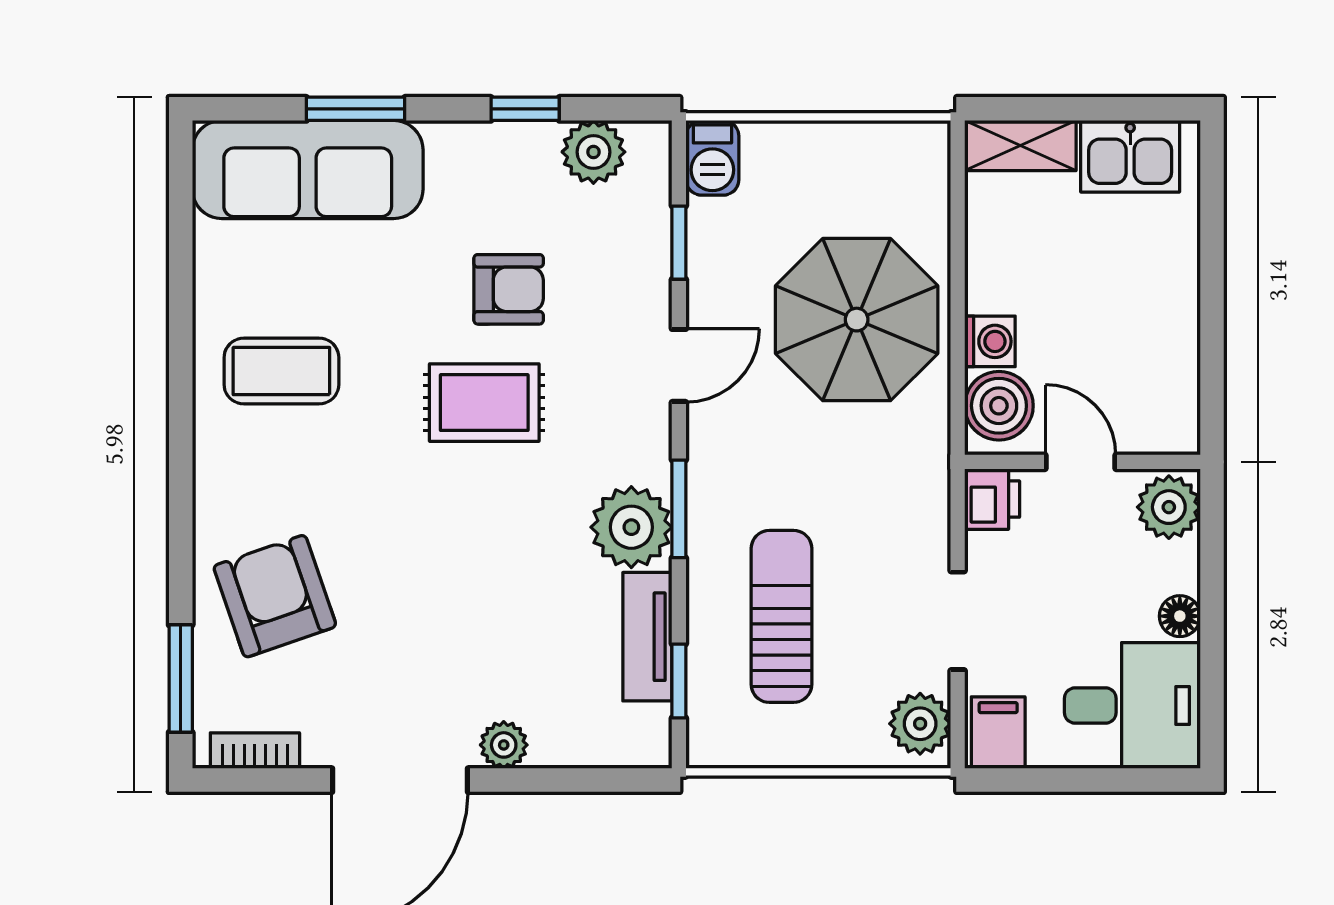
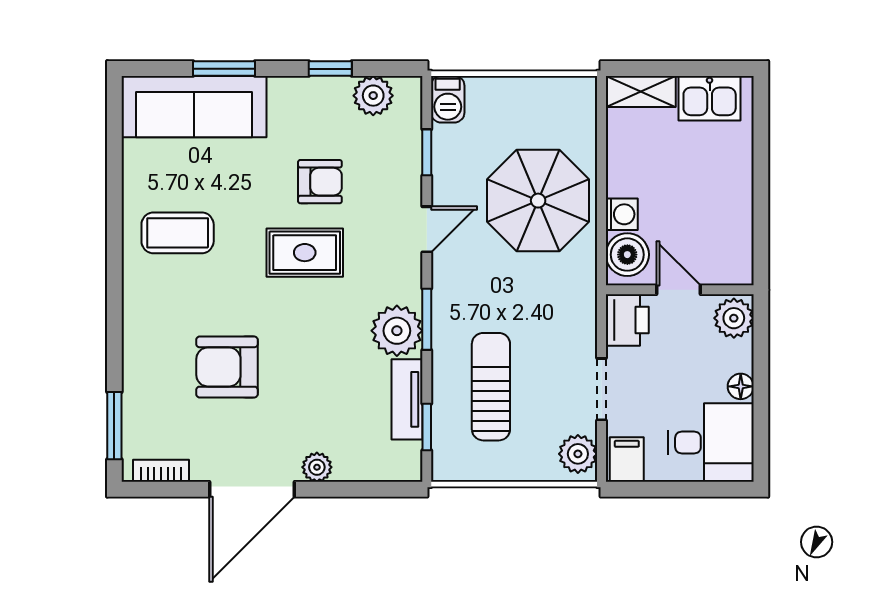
printer: (992, 499) -> (627, 320), width x1.36, depth x1.24
armchair: (275, 596) -> (227, 367), moved, turned -71

